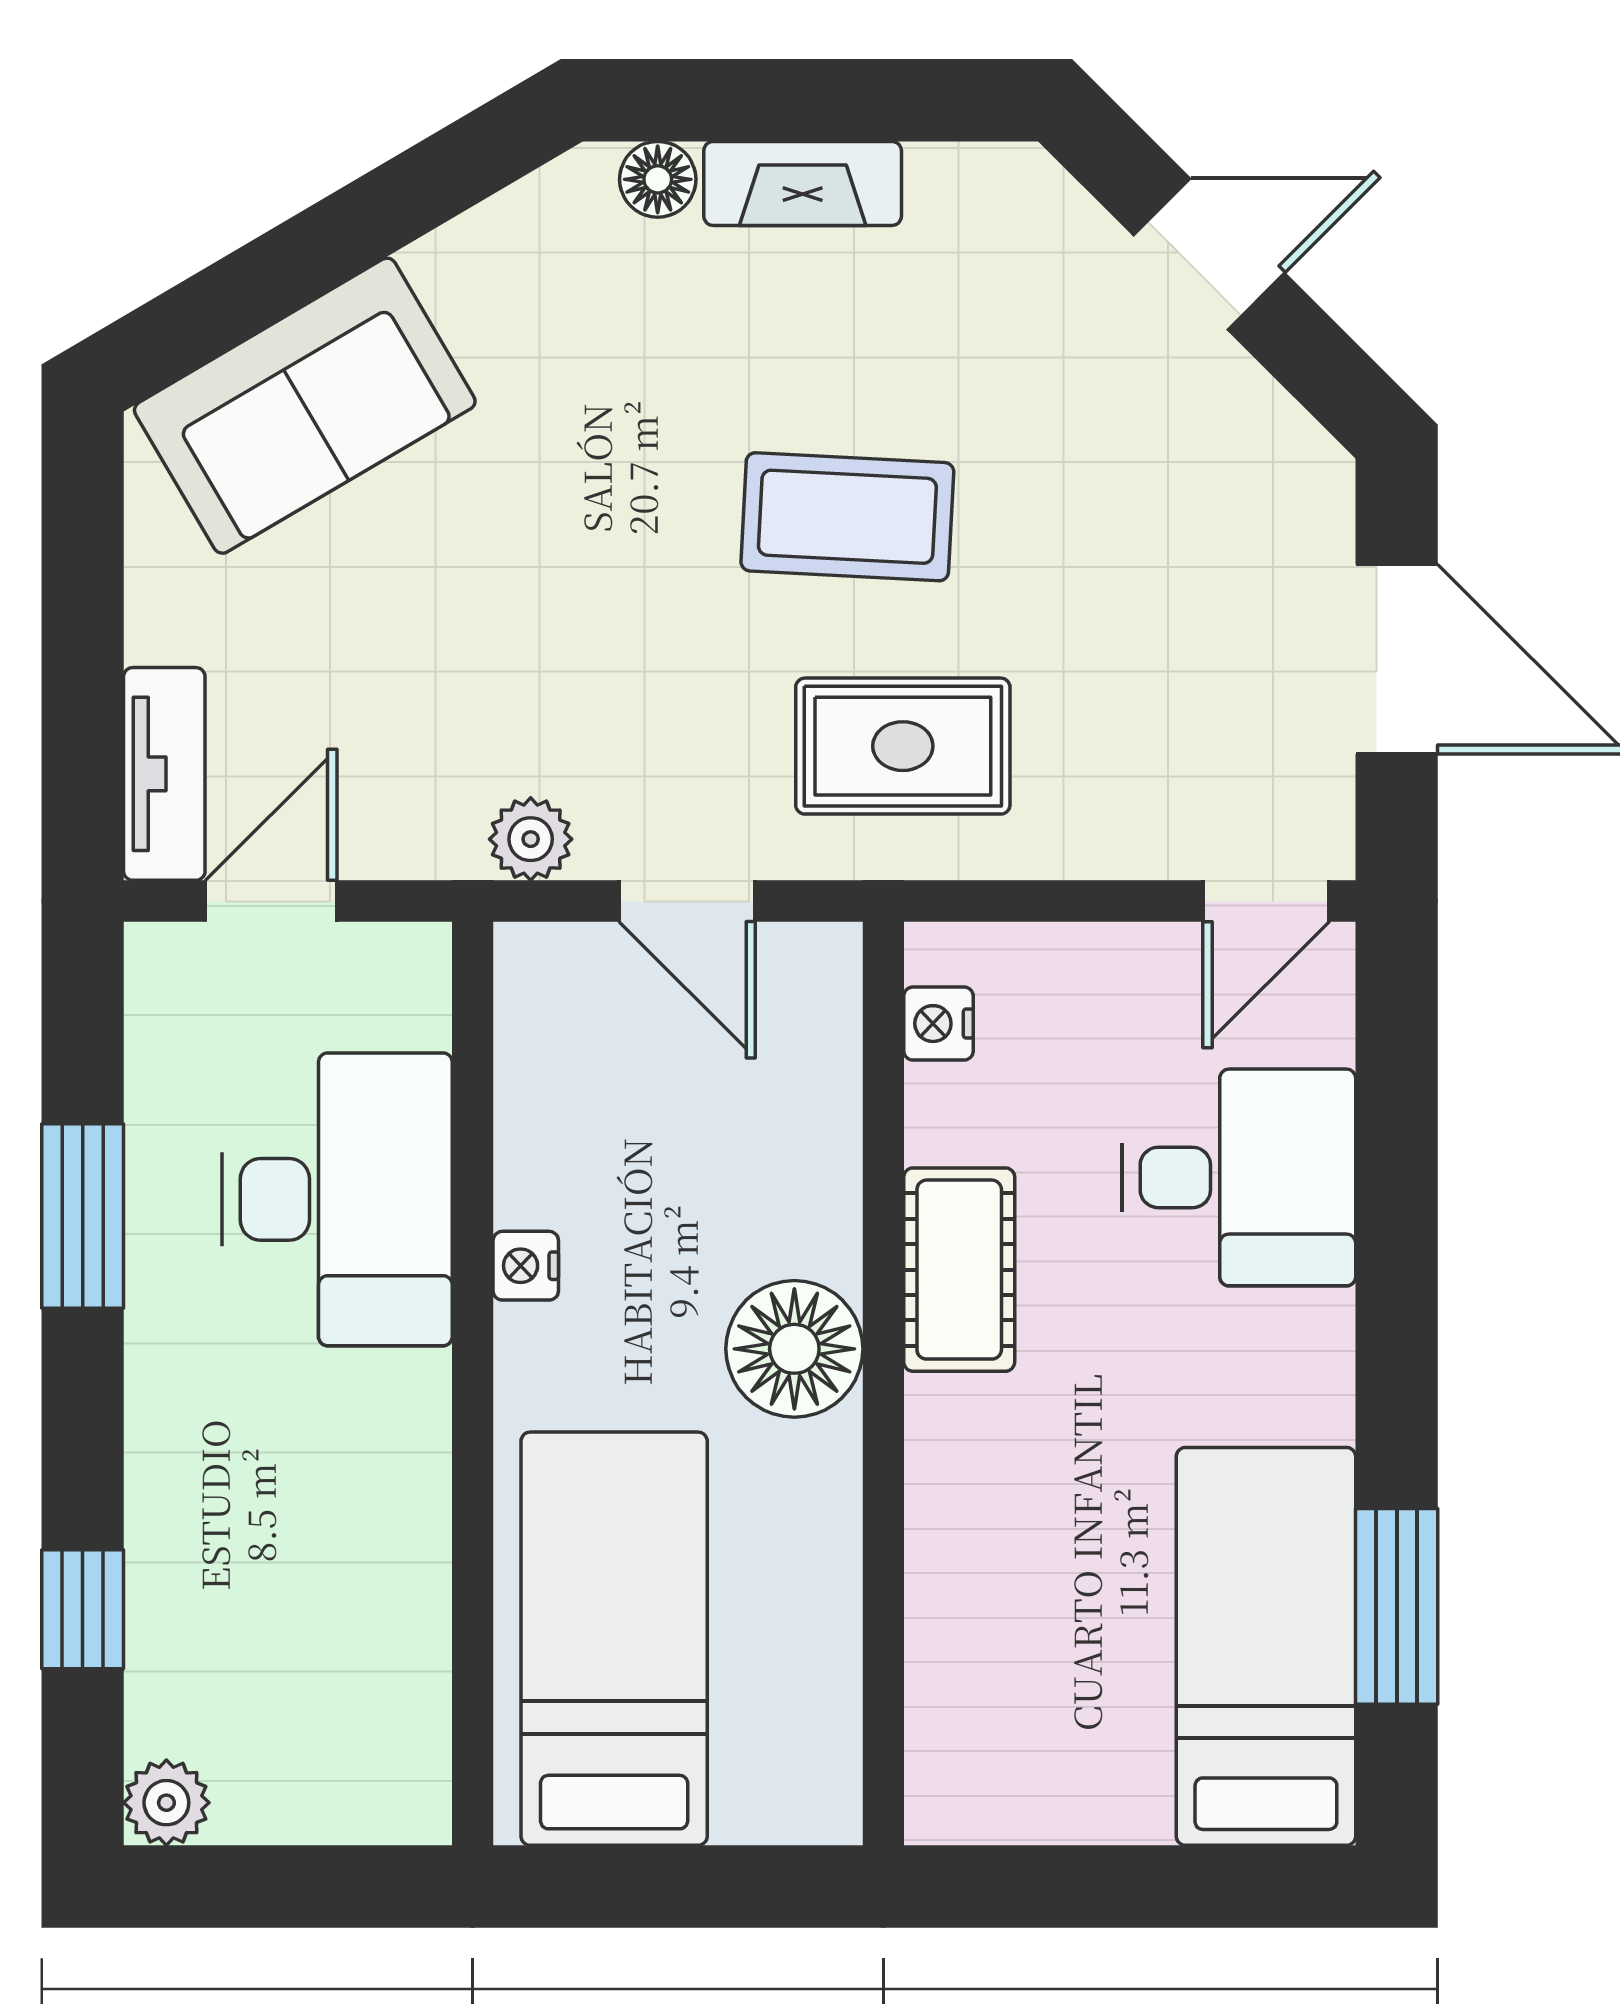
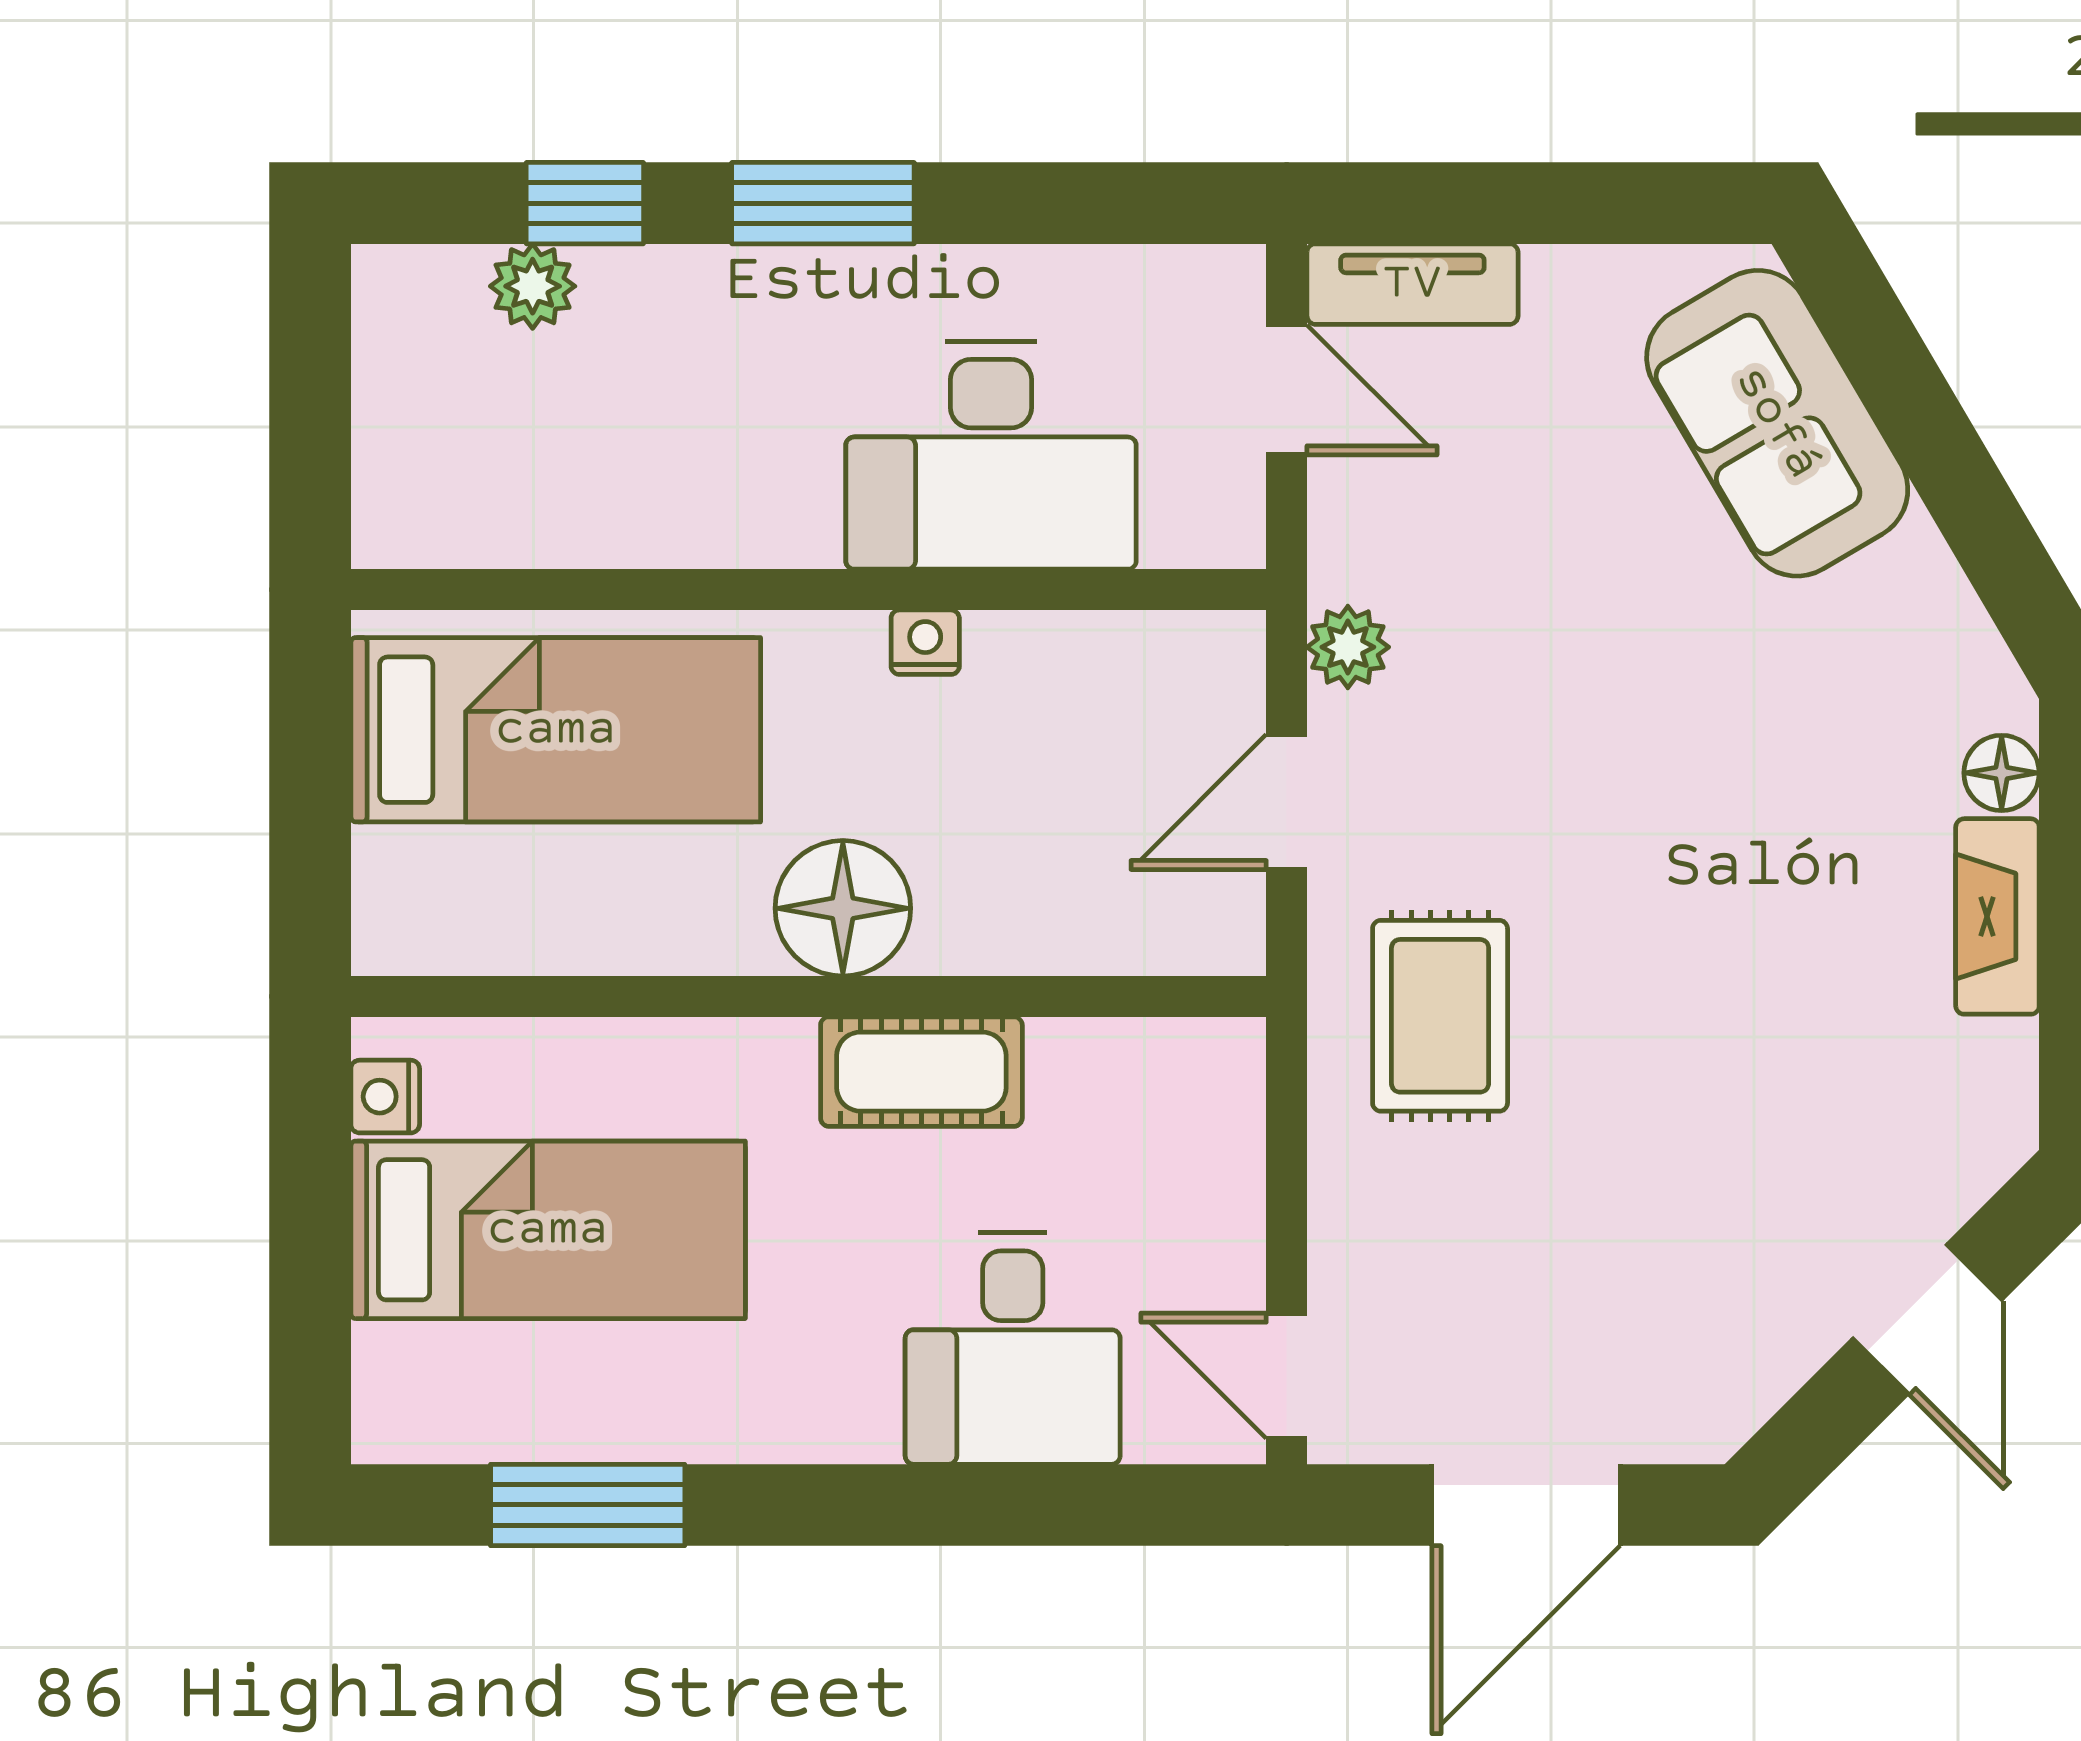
coffee table: (847, 517) -> (1667, 961), removed
nightstand: (938, 1024) -> (385, 1097), moved, turned -90
window: (83, 1216) -> (823, 203), moved
bed: (1266, 1646) -> (548, 1230), moved
plant: (166, 1803) -> (533, 286), moved

